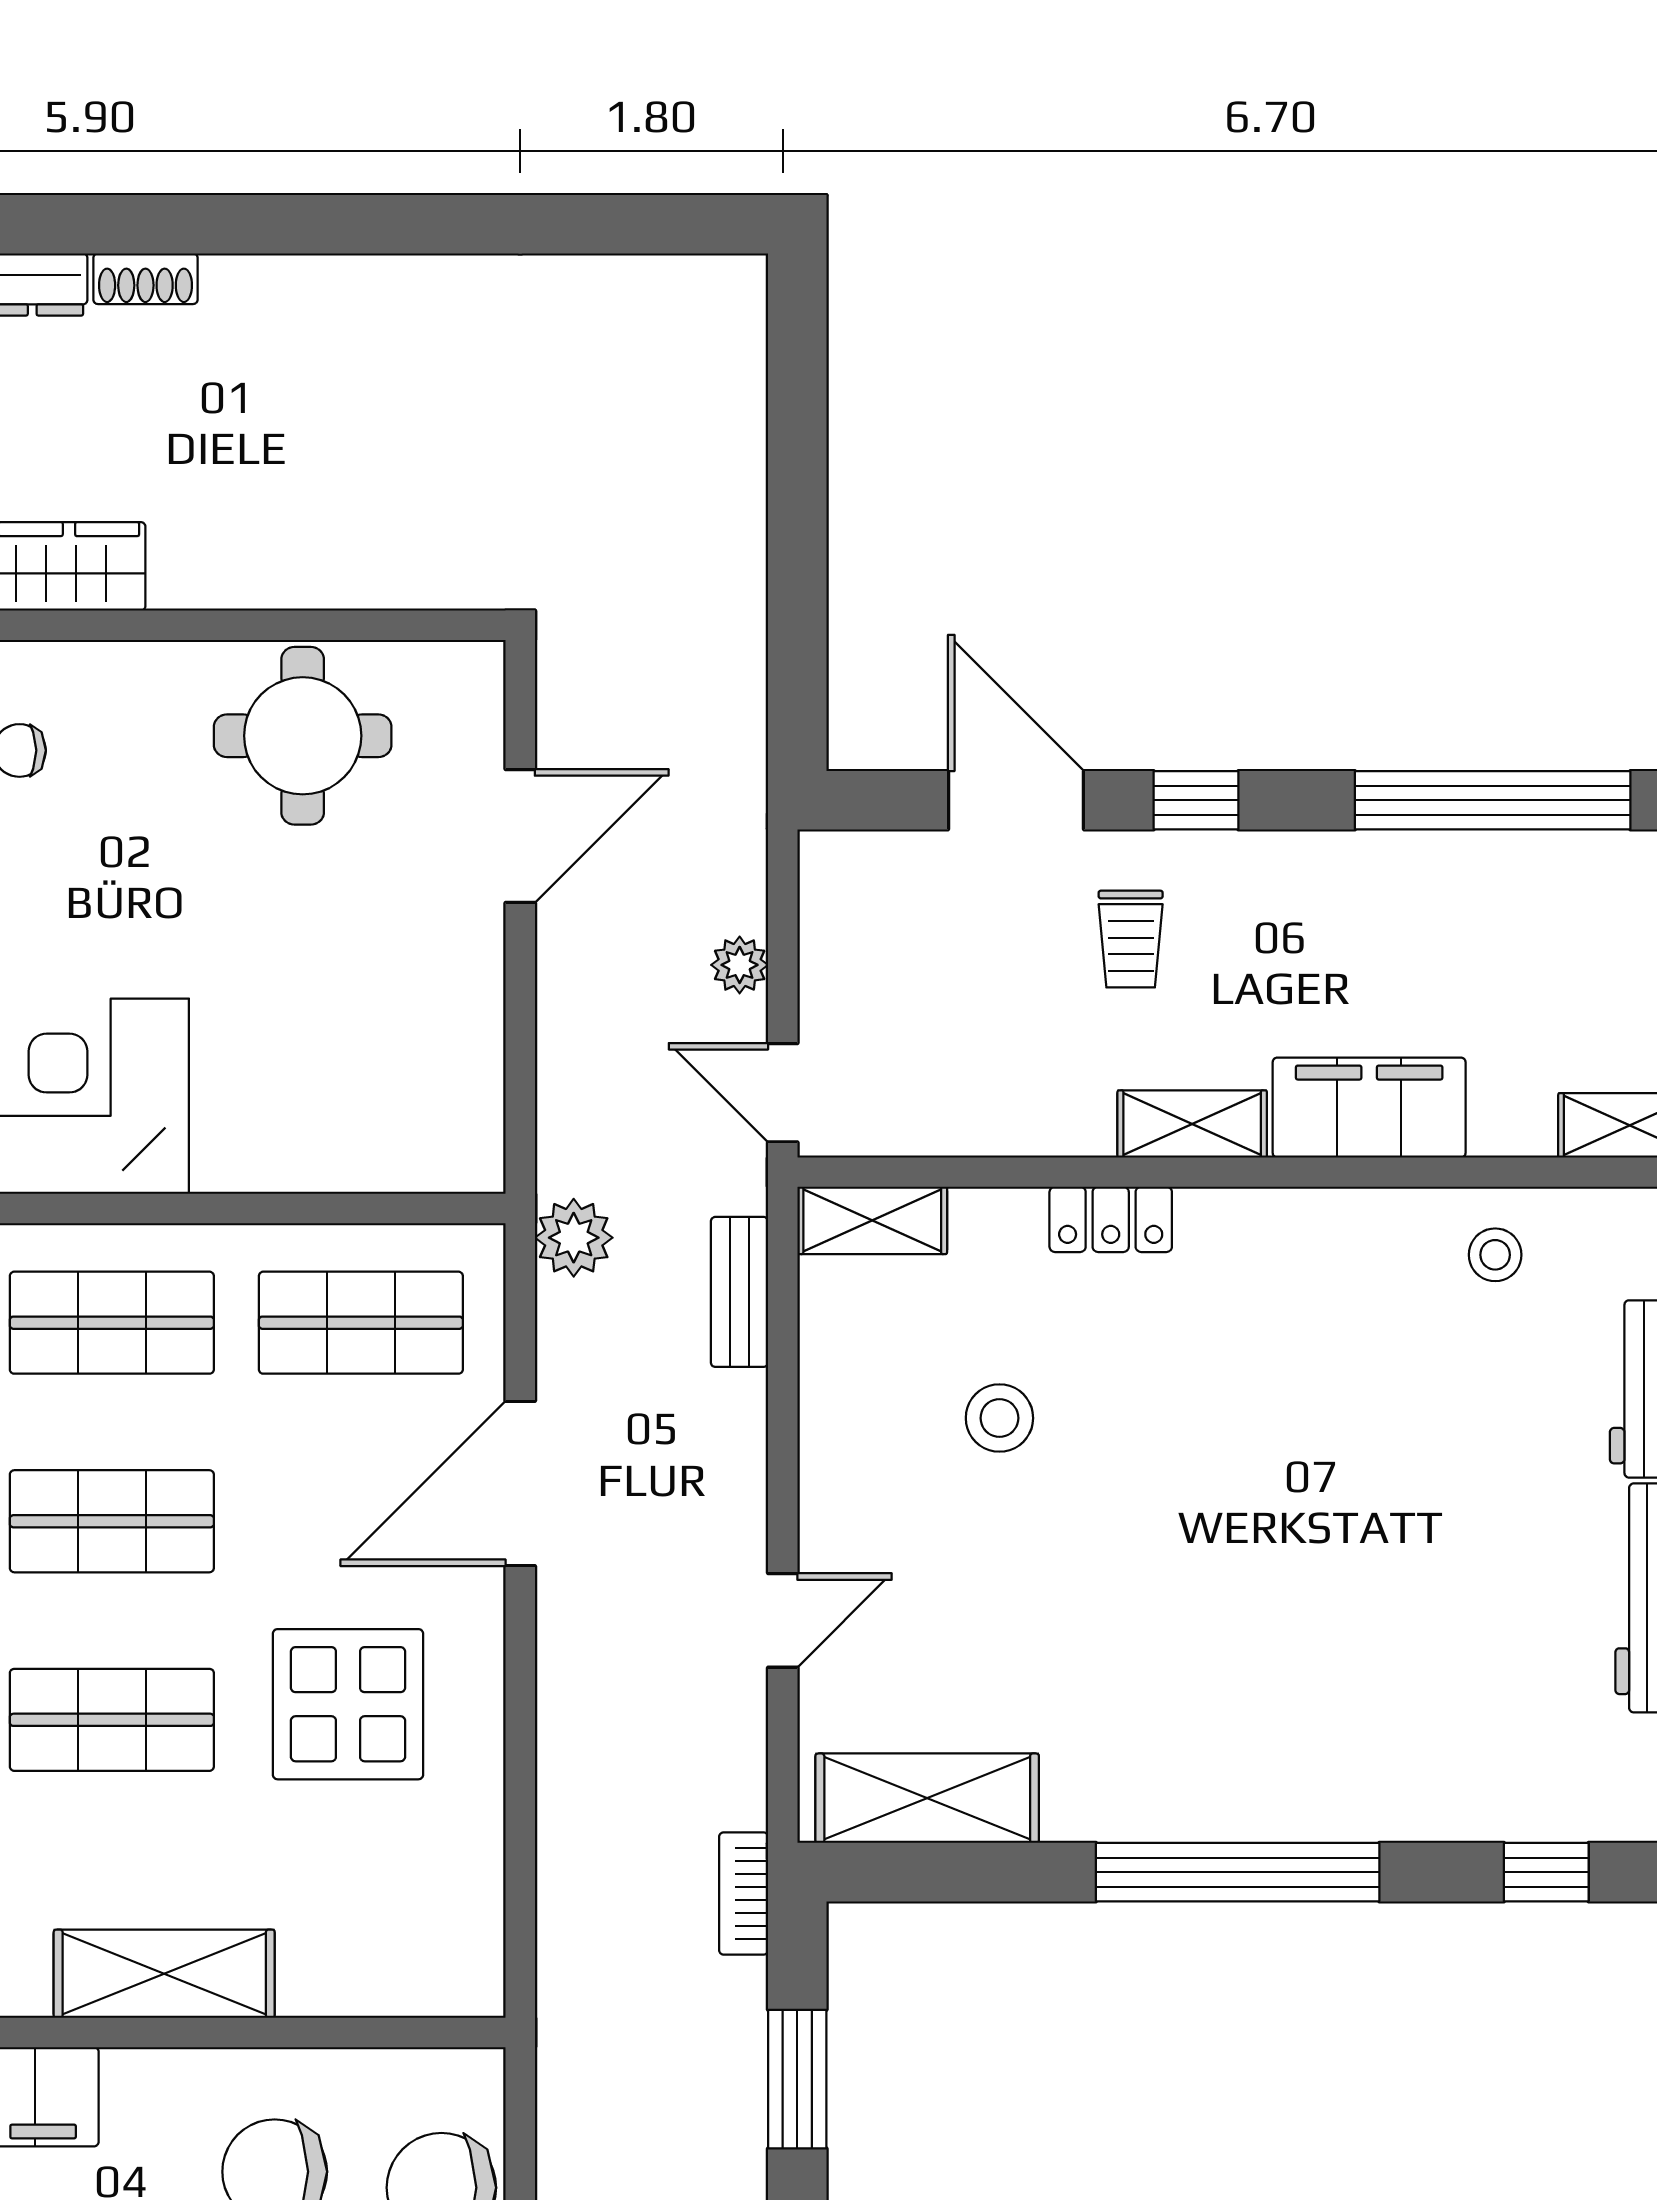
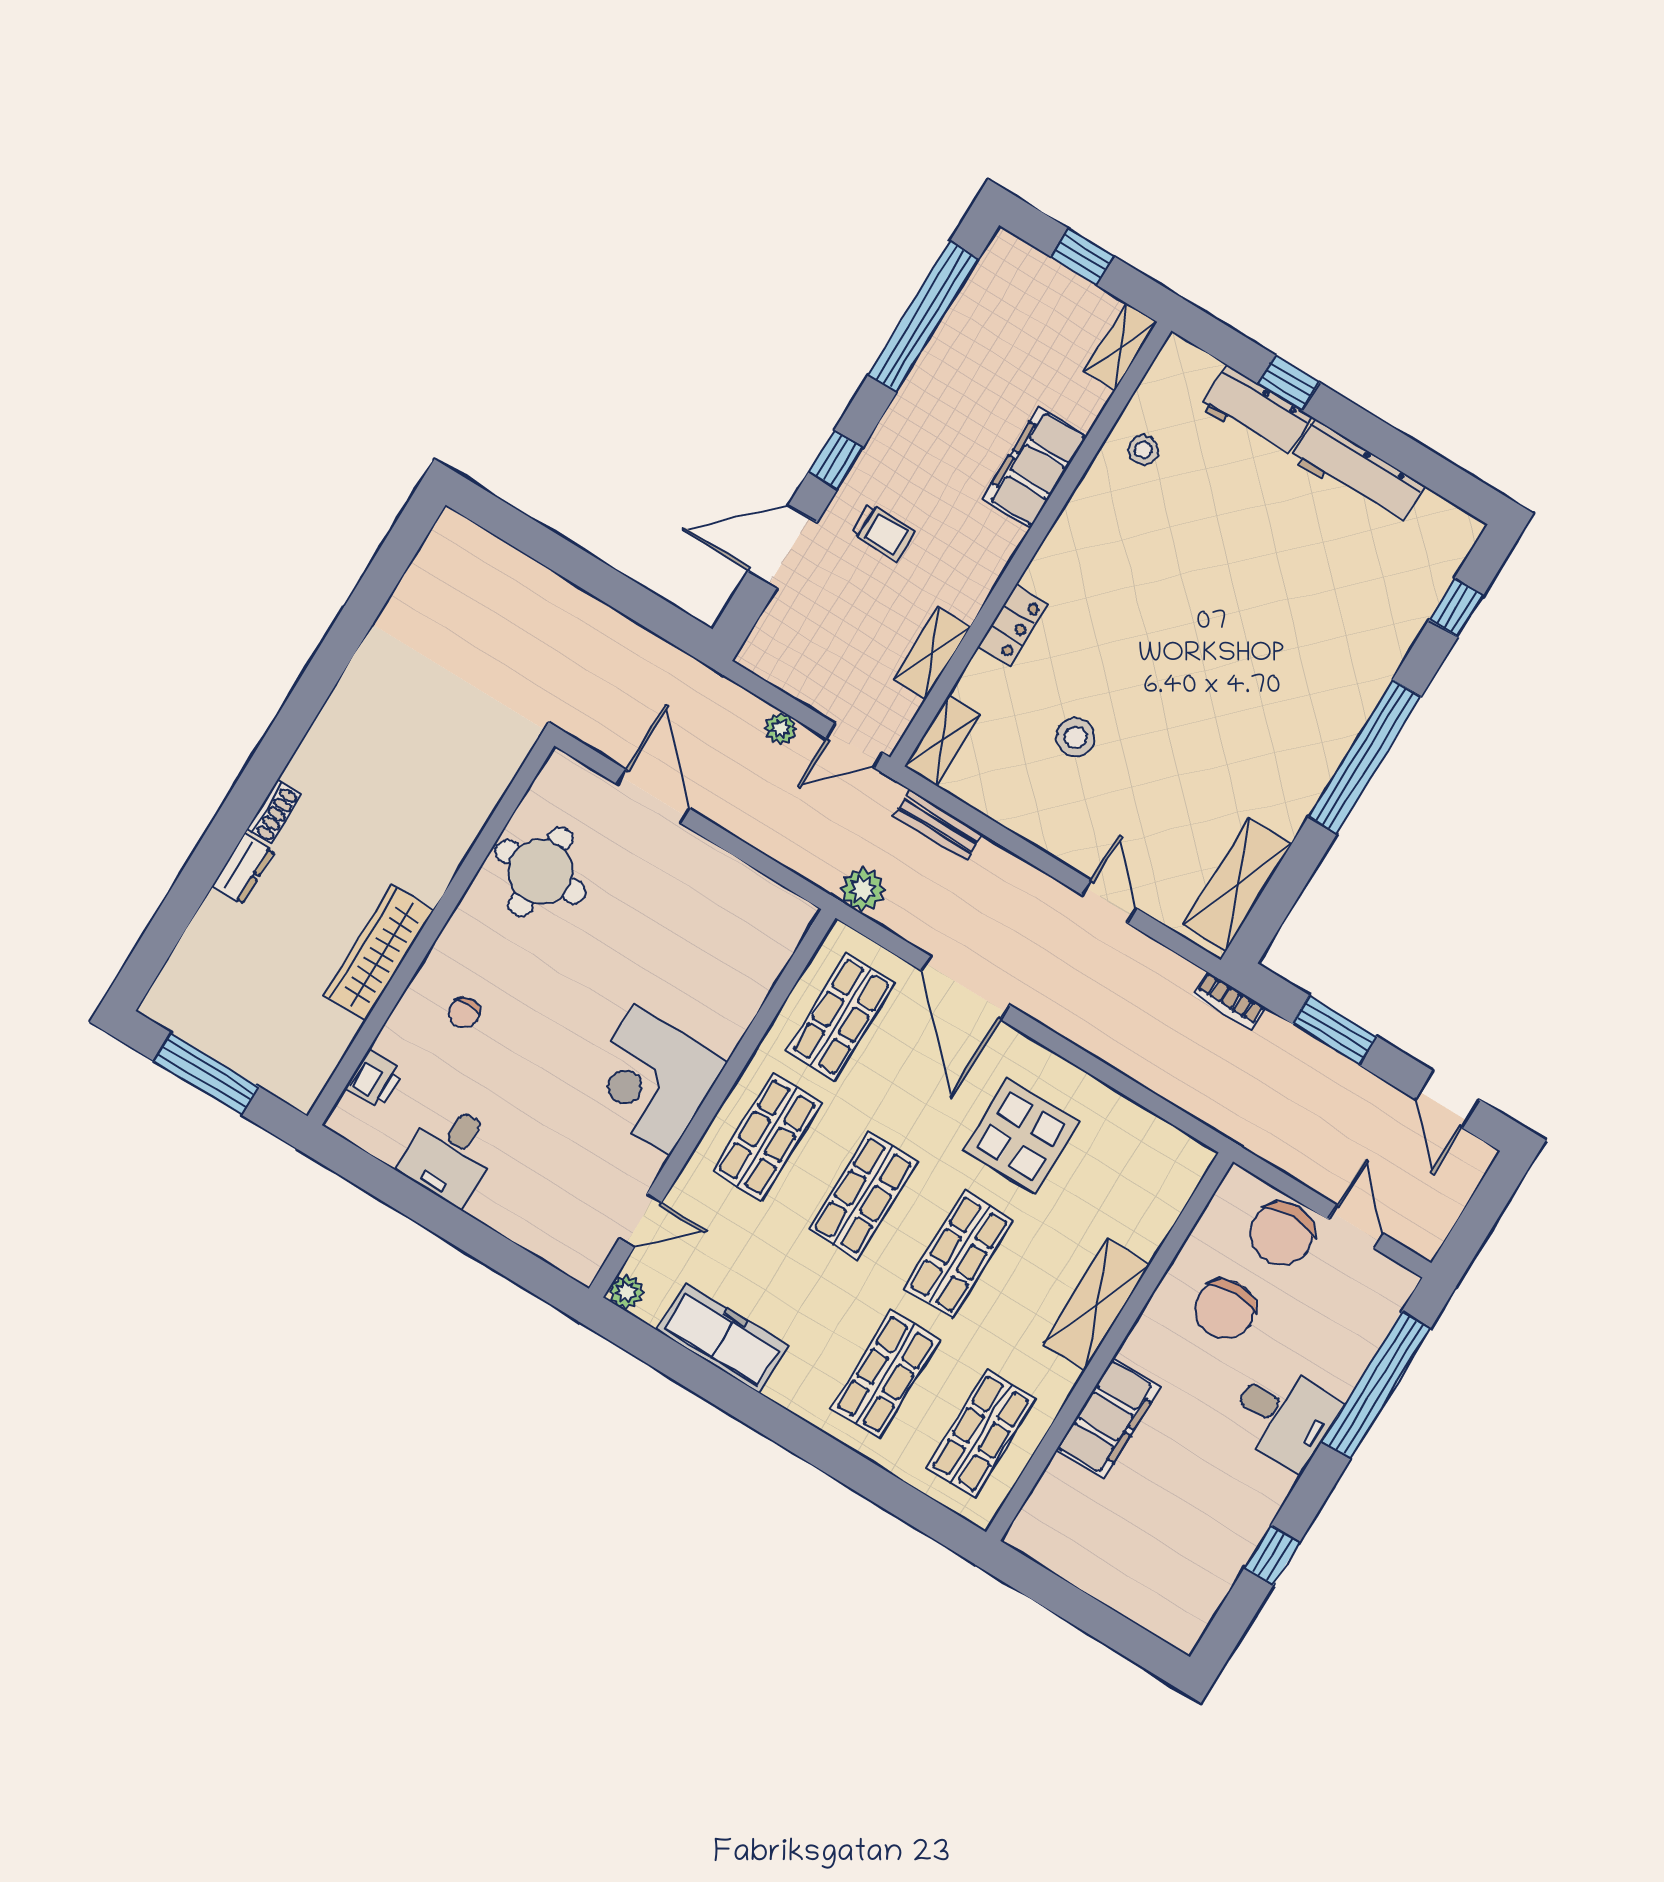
shelving: (1192, 1124) -> (932, 653), moved

